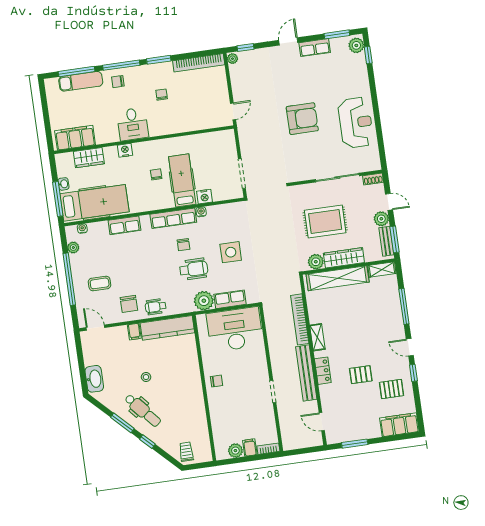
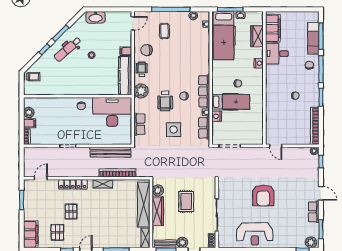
desk: (133, 124) -> (277, 54), moved
rug: (325, 221) -> (186, 201), width x0.73, depth x0.70
row of seats: (124, 225) -> (204, 128), moved
plant: (204, 301) -> (141, 91), moved
desk: (235, 329) -> (112, 112), moved, turned -90
locker: (323, 371) -> (73, 184), width x1.53
bench: (306, 373) -> (110, 152), moved

